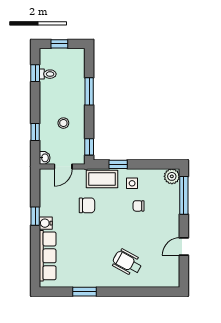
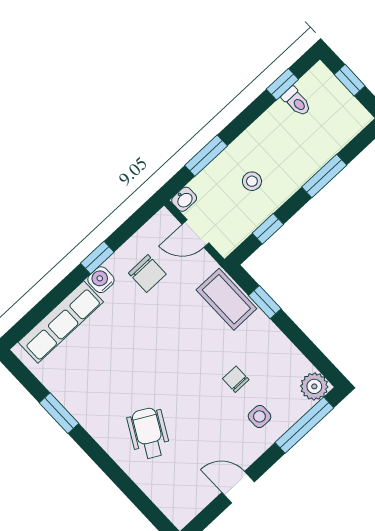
window: (35, 132) -> (206, 156), width x1.50
window: (89, 147) -> (268, 229), moved
side table: (132, 183) -> (259, 416), moved
chair: (87, 205) -> (147, 273), moved

